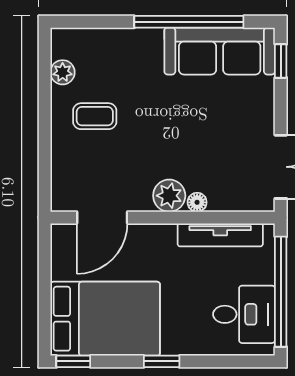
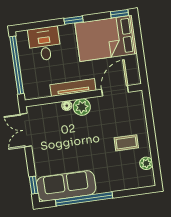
tv unit: (220, 235) -> (73, 87), moved
desk: (244, 314) -> (45, 44), moved, turned 90

